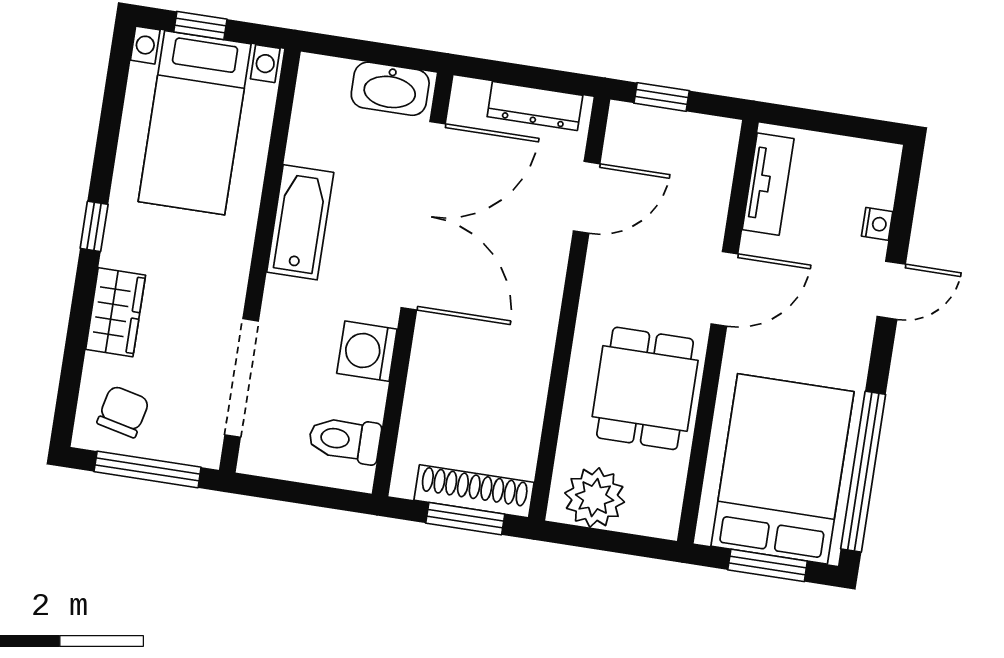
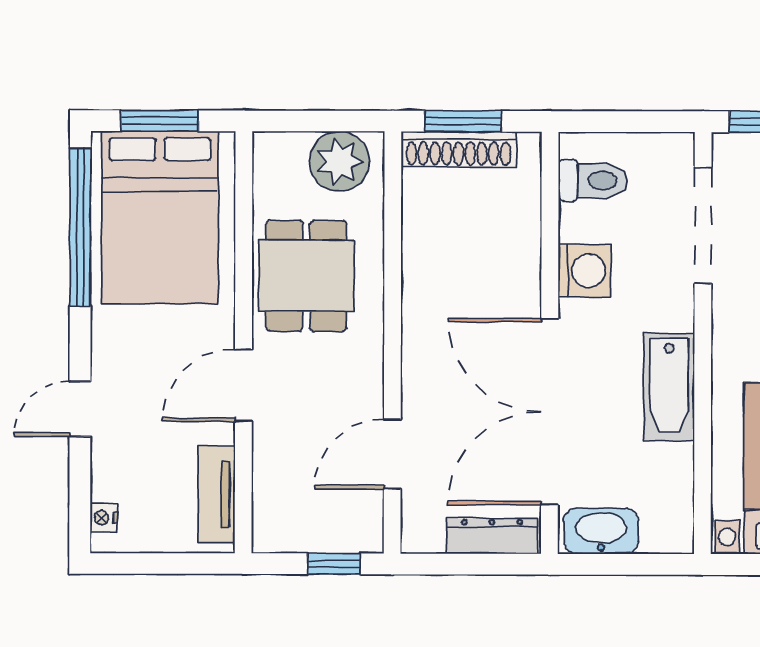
dresser: (535, 106) -> (492, 536), moved
nightstand: (877, 224) -> (104, 518), moved

